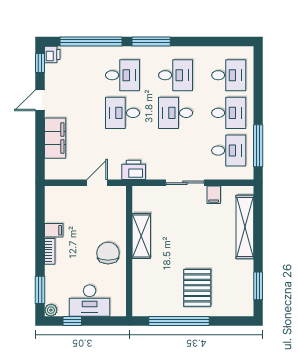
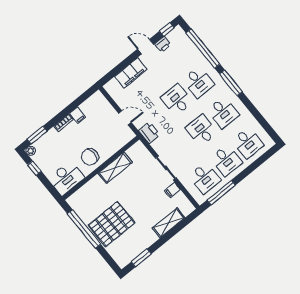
printer: (52, 55) -> (163, 44), moved
shelving: (245, 227) -> (169, 223), width x0.68
chair: (108, 253) -> (90, 157), turned 180
pallet: (197, 288) -> (112, 224), width x1.37, depth x1.41
desk: (90, 301) -> (66, 178), moved, turned -90

